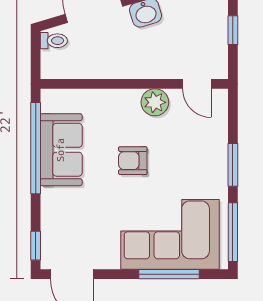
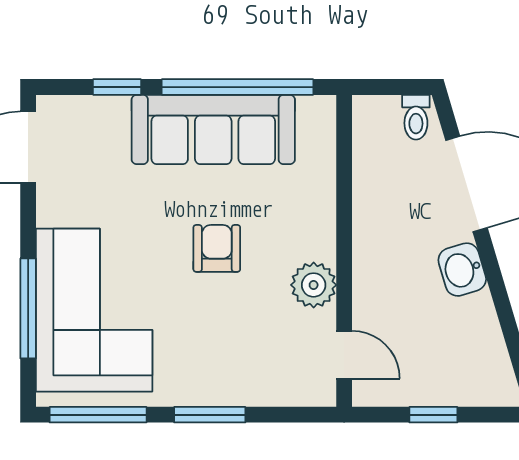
door: (197, 84) -> (344, 355), swing flipped
sofa: (61, 150) -> (213, 130), width x1.36
window: (36, 246) -> (117, 87), moved

